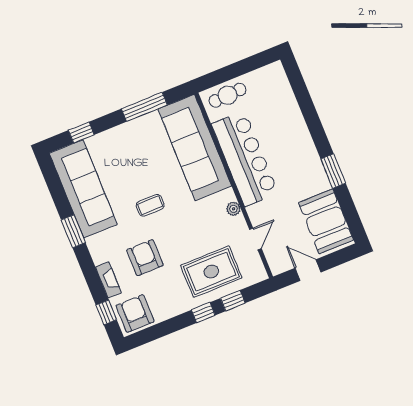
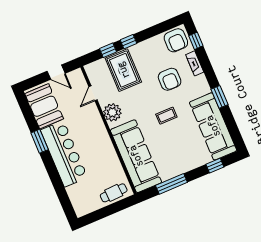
bar counter: (245, 159) -> (64, 154), moved, turned 180
plant: (233, 209) -> (112, 112), width x1.87, depth x1.87
rug: (211, 272) -> (123, 70), turned 90

